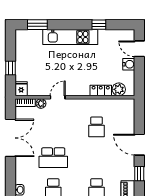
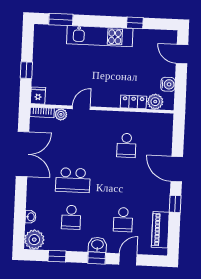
water cooler: (129, 64) -> (168, 84), moved

